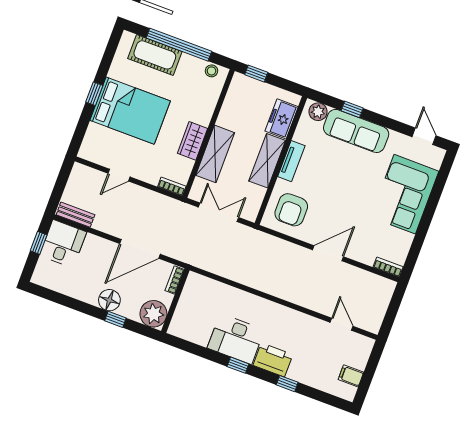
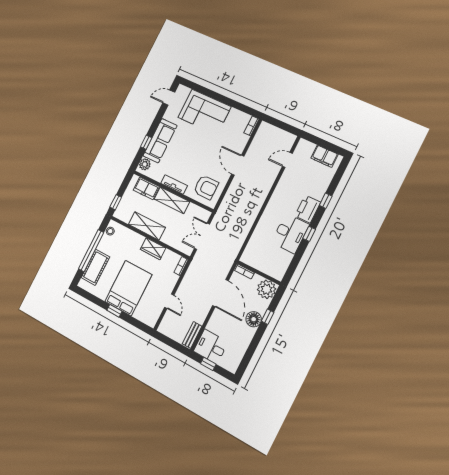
shelving: (215, 154) -> (147, 226), moved
filing cabinet: (351, 376) -> (324, 156), width x2.00

